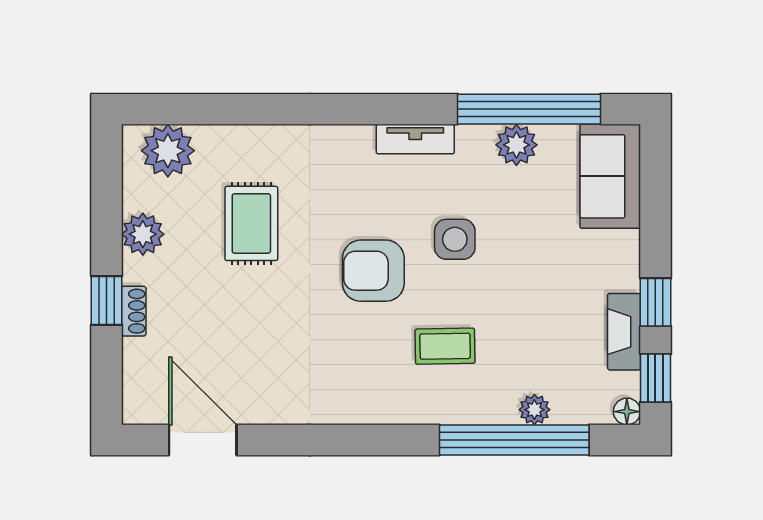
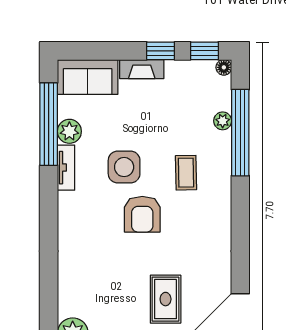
tv unit: (415, 139) -> (66, 168), moved
rug: (251, 223) -> (166, 299), moved, turned 90
side table: (455, 239) -> (124, 167), width x1.37, depth x1.37
fireplace: (624, 332) -> (142, 69), moved

